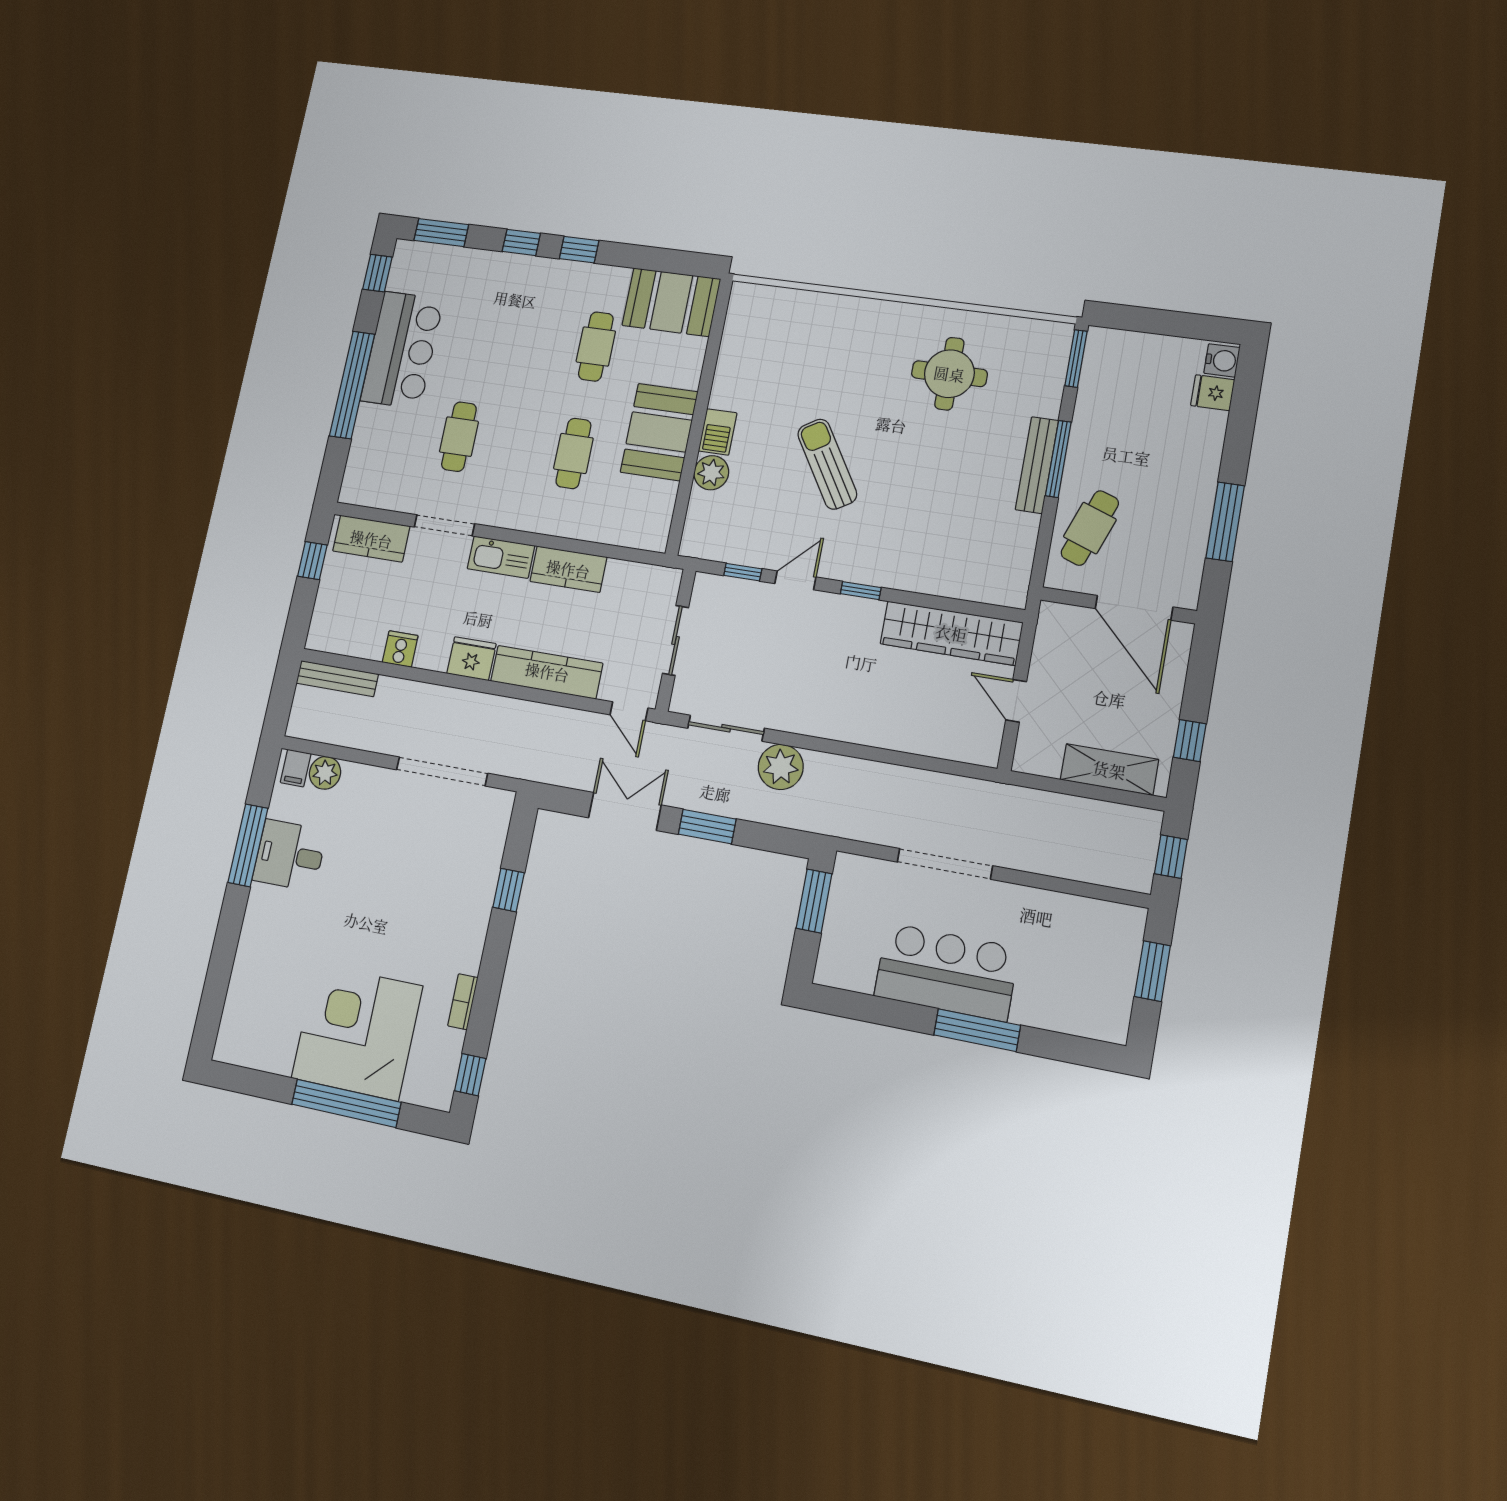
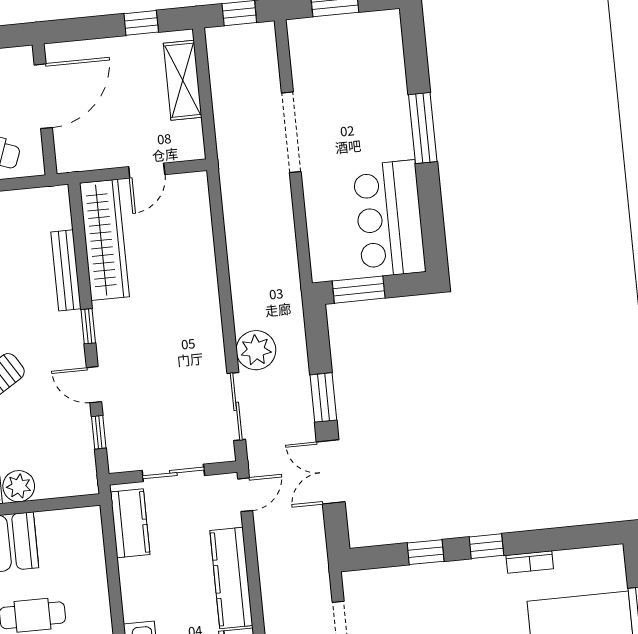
kitchen counter: (568, 569) -> (130, 523), moved
bench: (929, 582) -> (66, 270), added
doorway: (945, 864) -> (291, 132), moved
bar counter: (946, 972) -> (389, 219), moved
window: (470, 1075) -> (486, 546), moved

